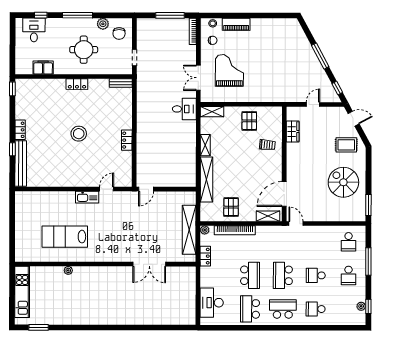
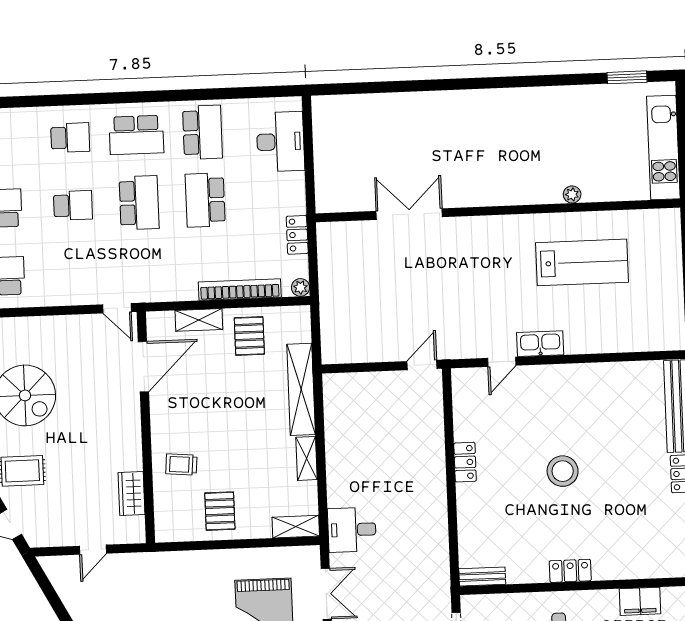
window: (337, 88) -> (45, 585), removed
shelving: (268, 216) -> (199, 320), moved
shelving: (189, 230) -> (332, 287), removed

